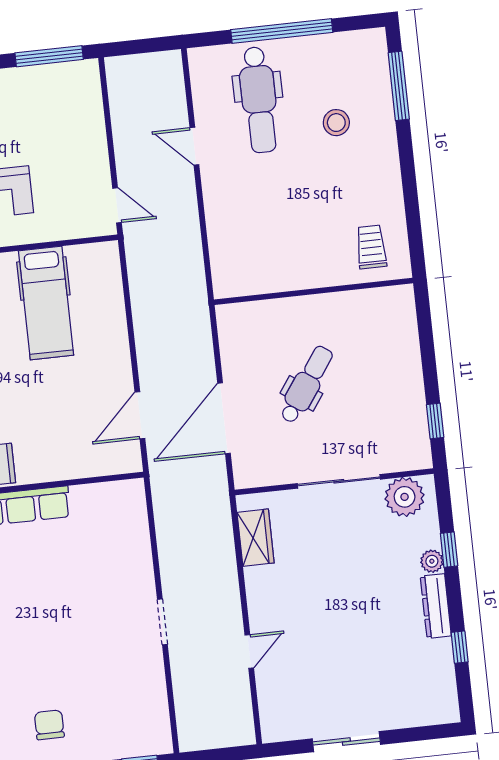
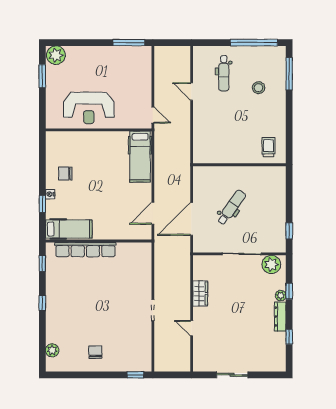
window: (282, 31) -> (254, 43), moved
dental chair: (259, 100) -> (224, 73), width x0.73, depth x0.72
hospital bed: (46, 303) -> (140, 157), moved
wardrobe: (256, 538) -> (200, 293), moved
door: (249, 652) -> (192, 328), swing flipped

